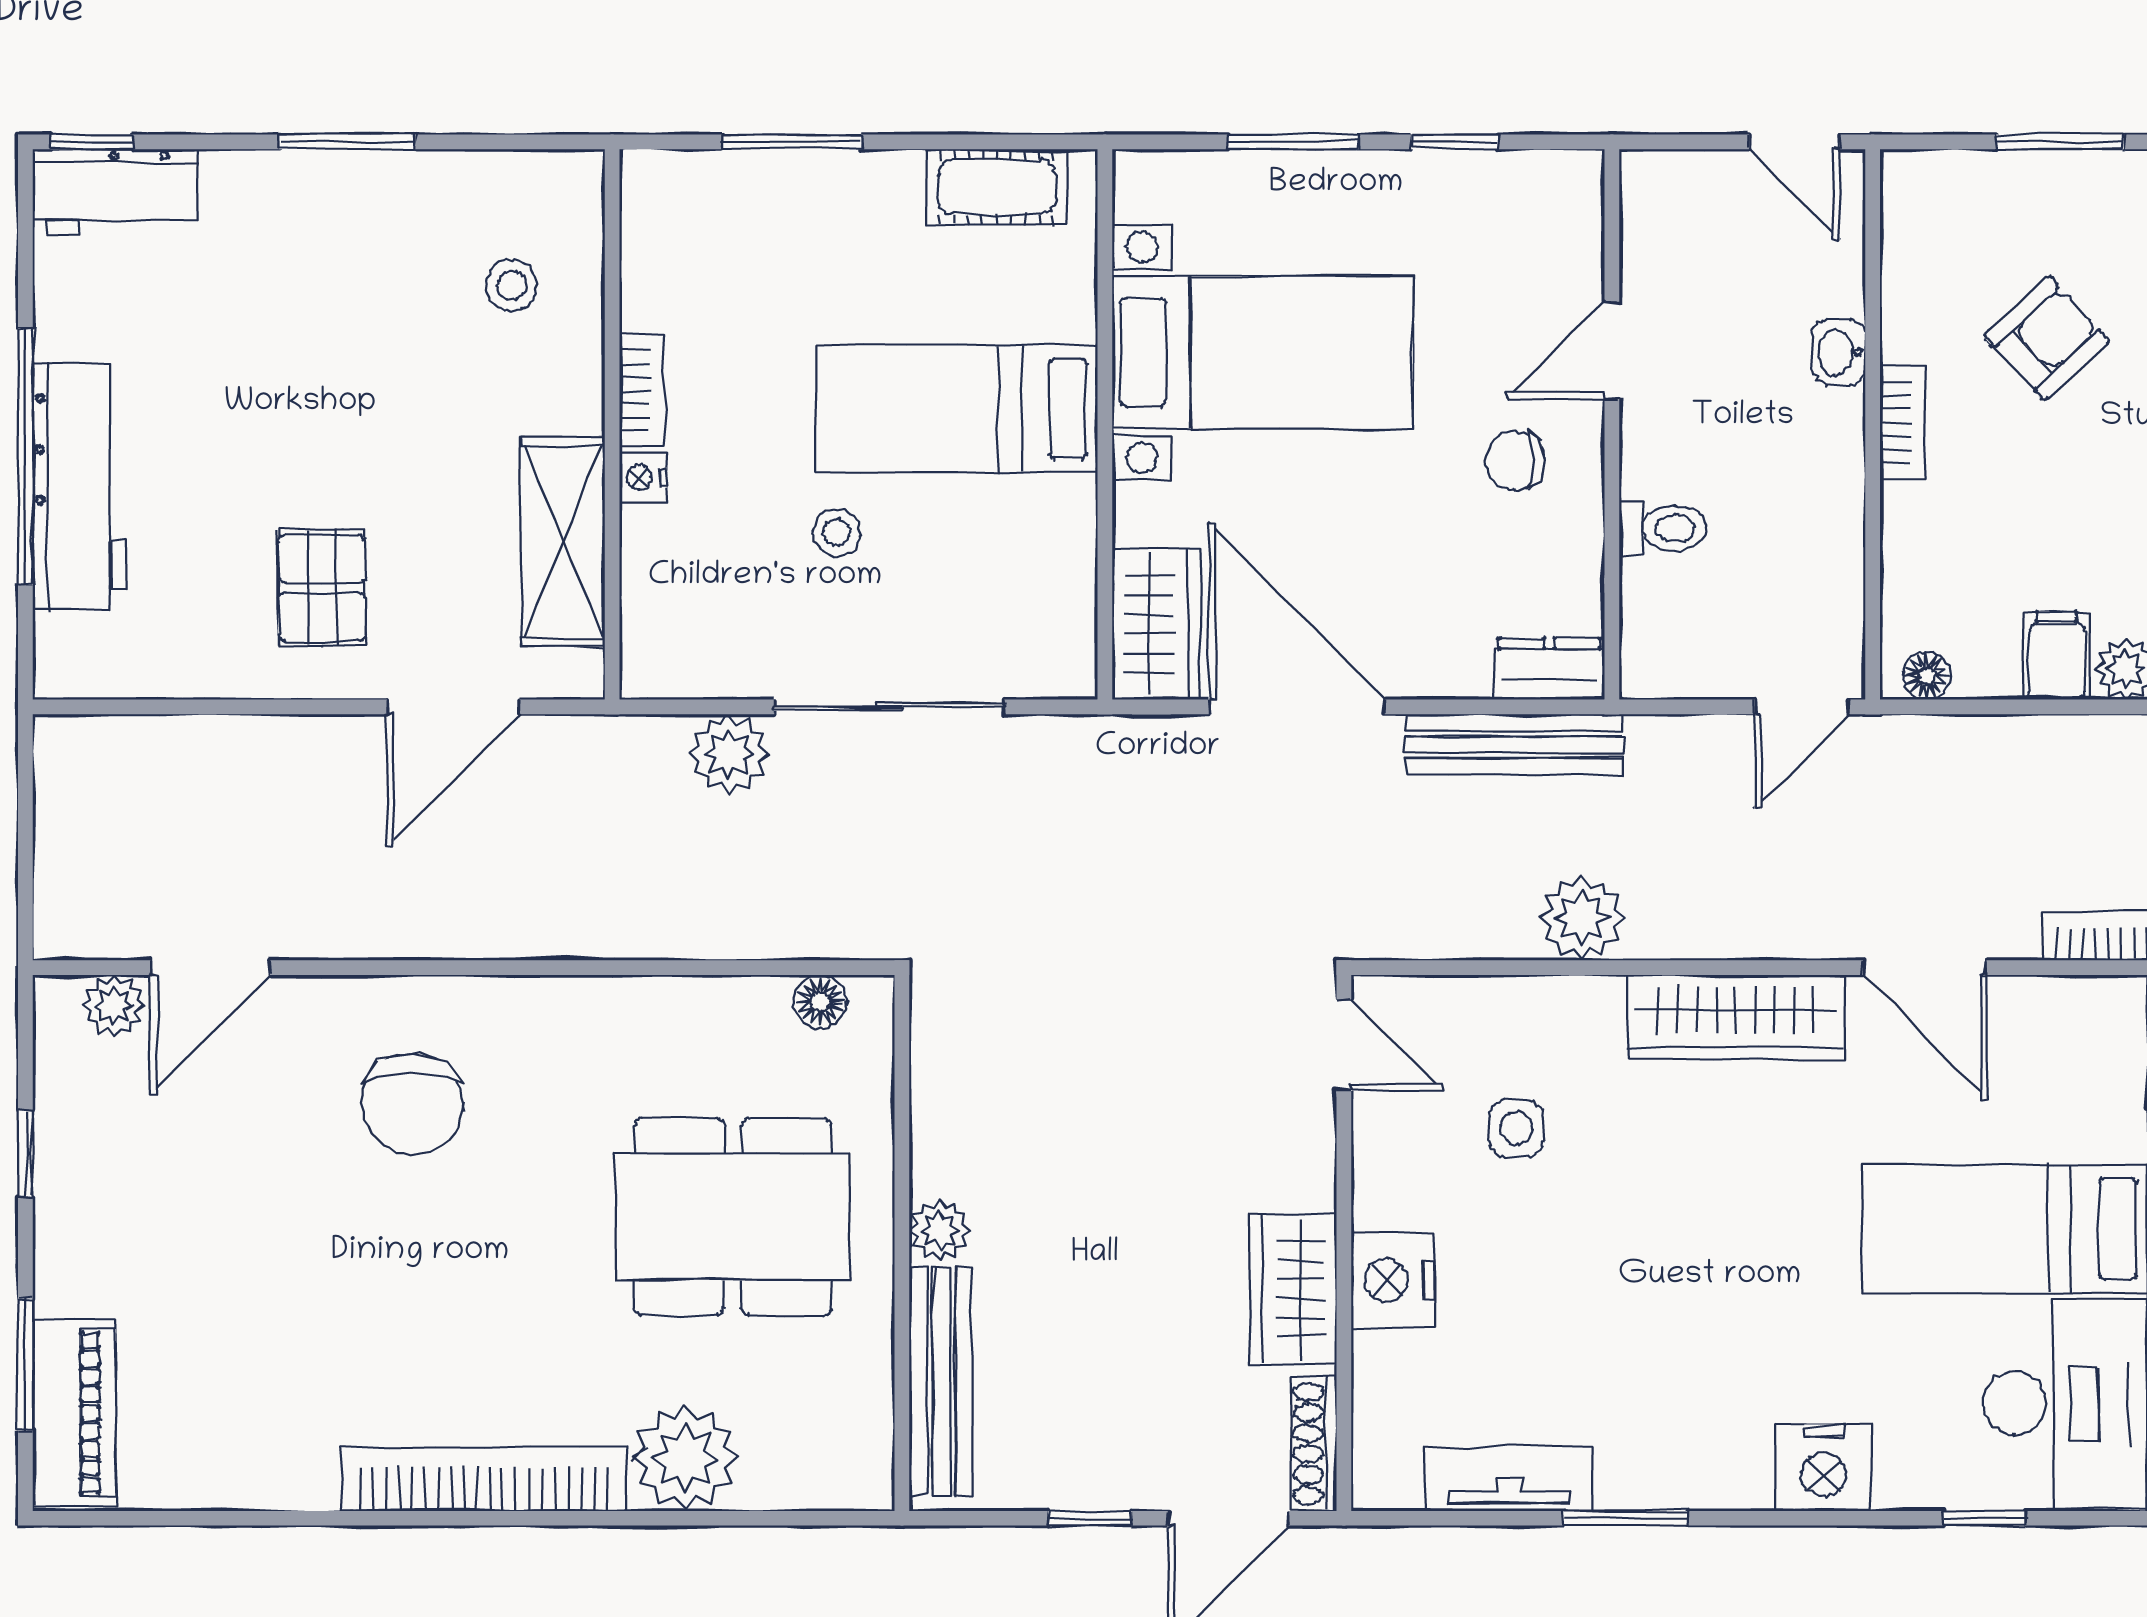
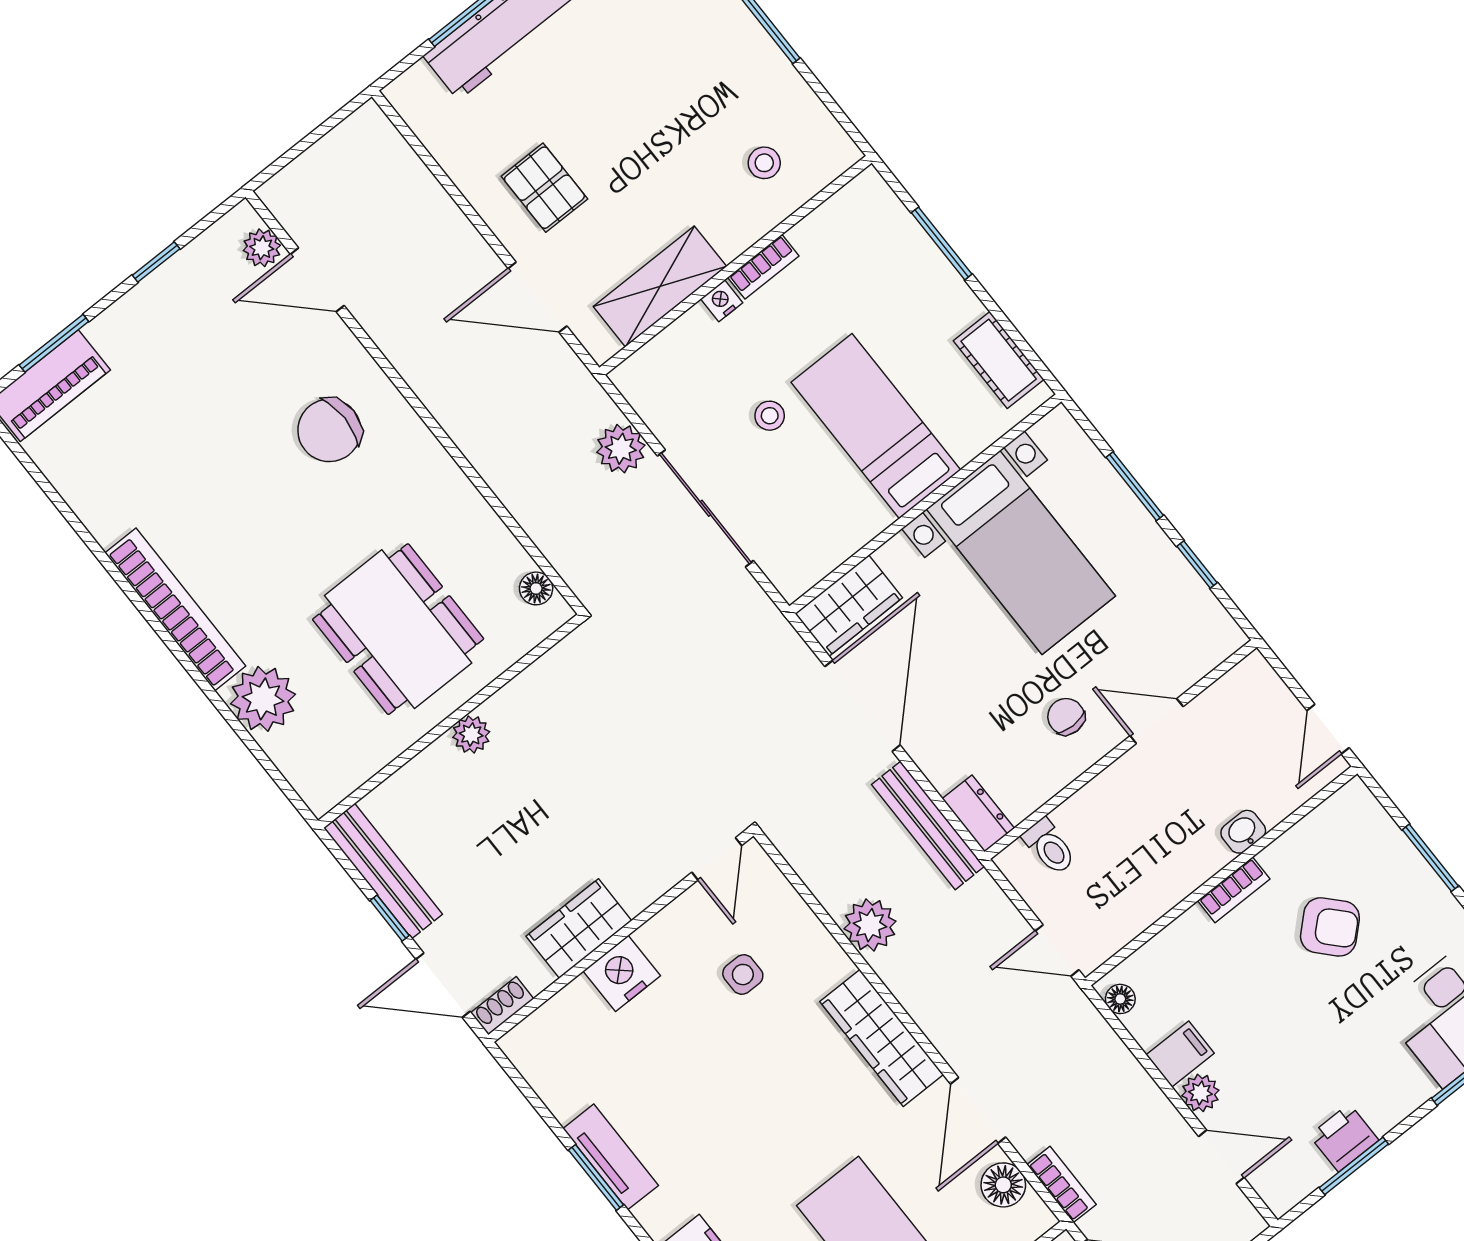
toilet: (1663, 528) -> (1049, 847), moved
pallet: (322, 588) -> (544, 188), turned 90
floor lamp: (2044, 1011) -> (1003, 1185), added
bench: (941, 1381) -> (383, 871), moved, turned 90
shoe rack: (1314, 1444) -> (502, 1006), width x0.70
tv unit: (1509, 1479) -> (611, 1157), moved

